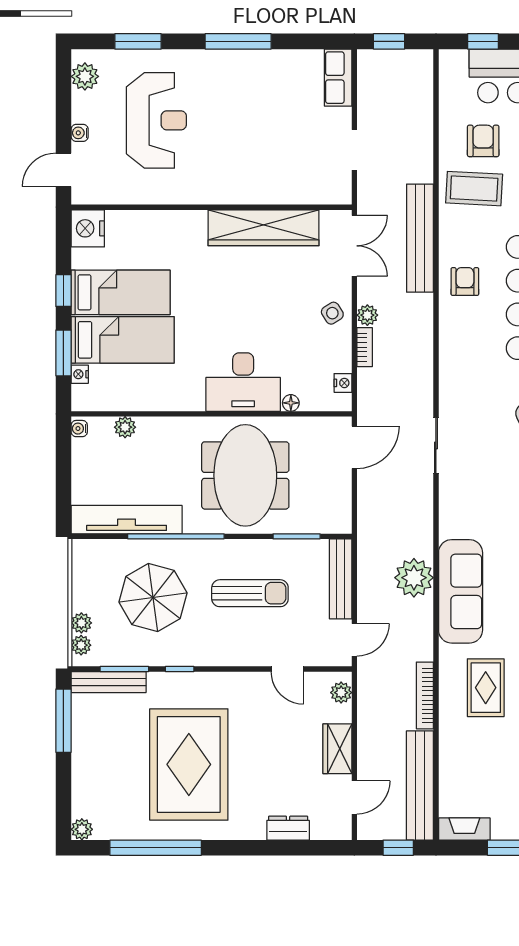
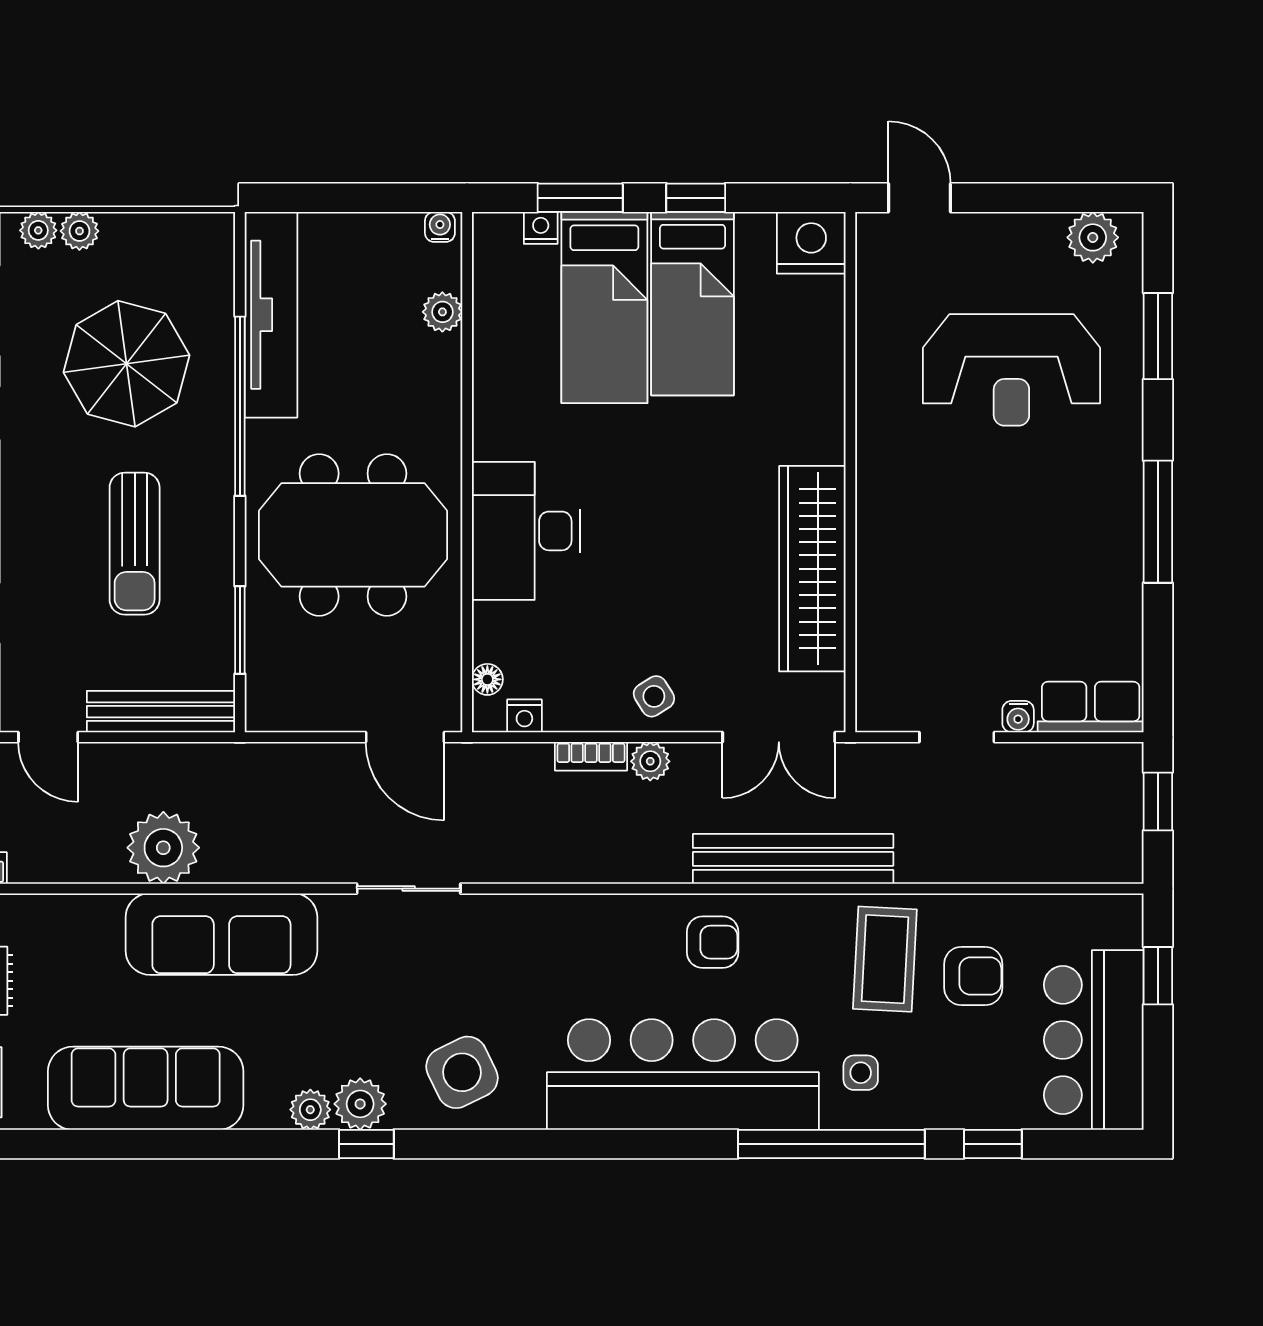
water cooler: (80, 133) -> (1018, 717), moved, turned 180
floor lamp: (291, 403) -> (487, 679), moved
sofa: (461, 591) -> (221, 934), moved

